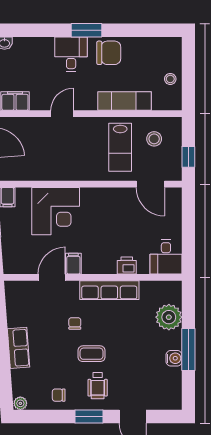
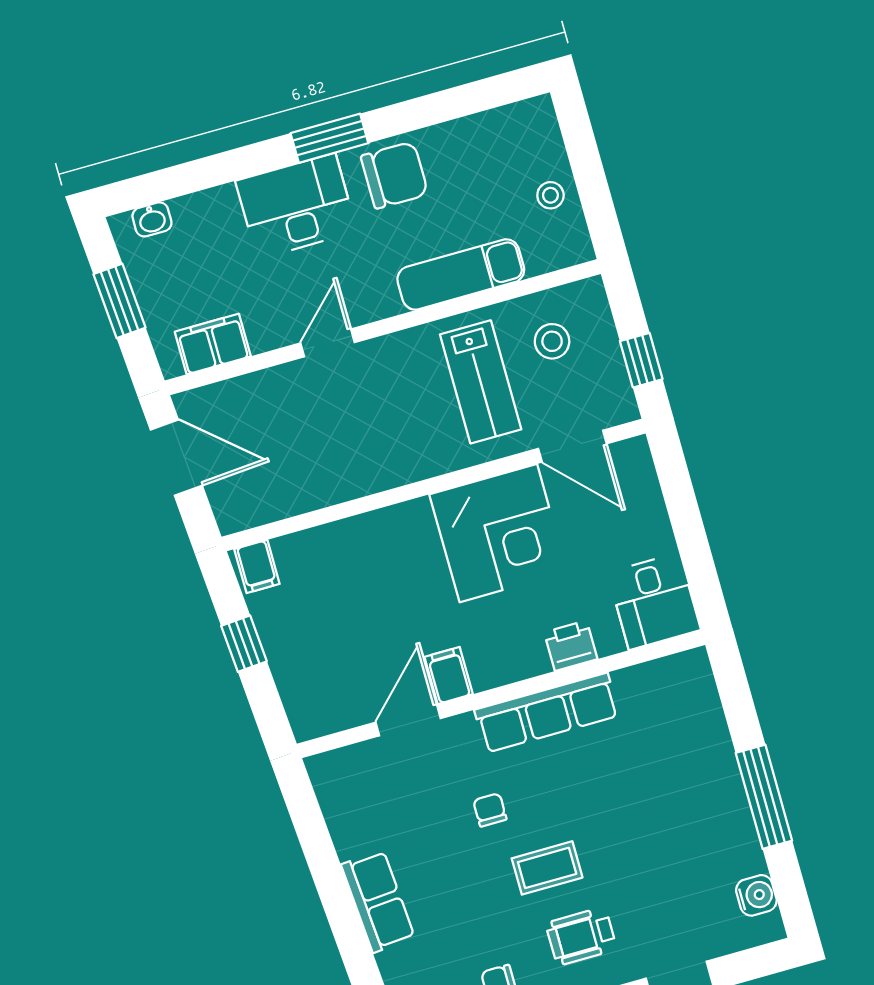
desk: (71, 54) -> (296, 206), width x1.37
corner desk: (56, 211) -> (498, 533), moved
plant: (169, 317) -> (699, 736), removed
water cooler: (174, 358) -> (756, 895), moved
wheelchair: (98, 386) -> (581, 936), turned 90

